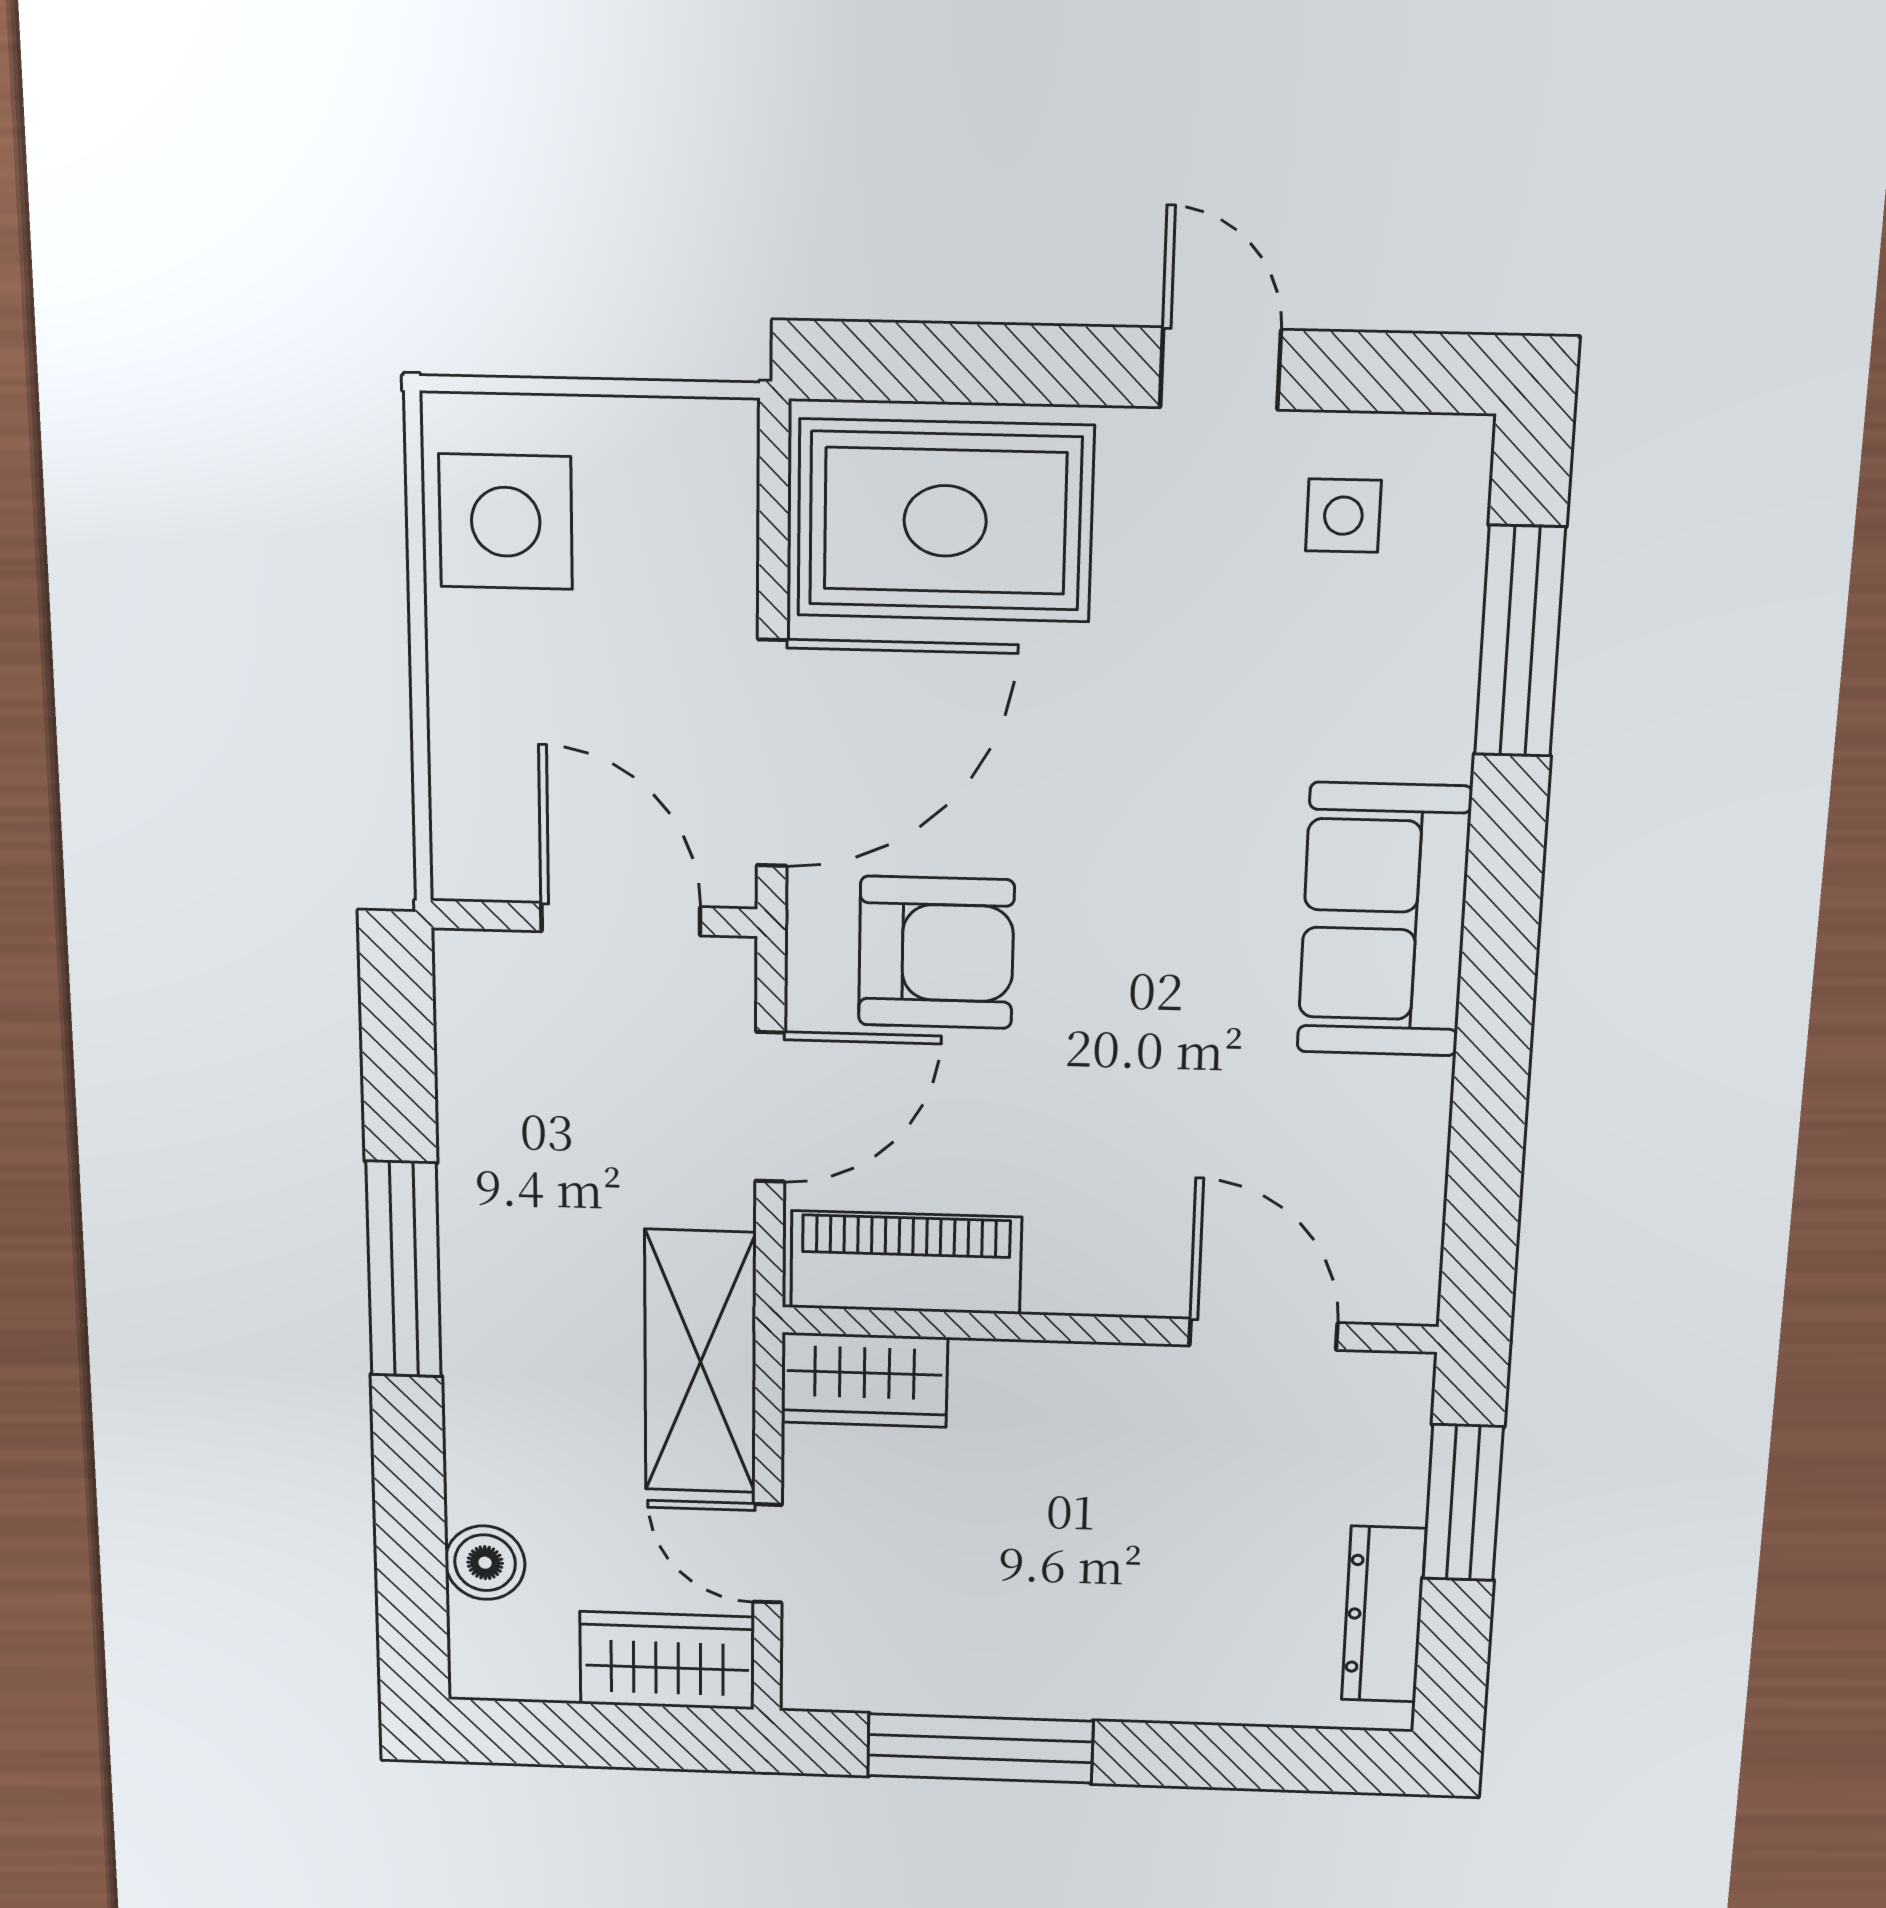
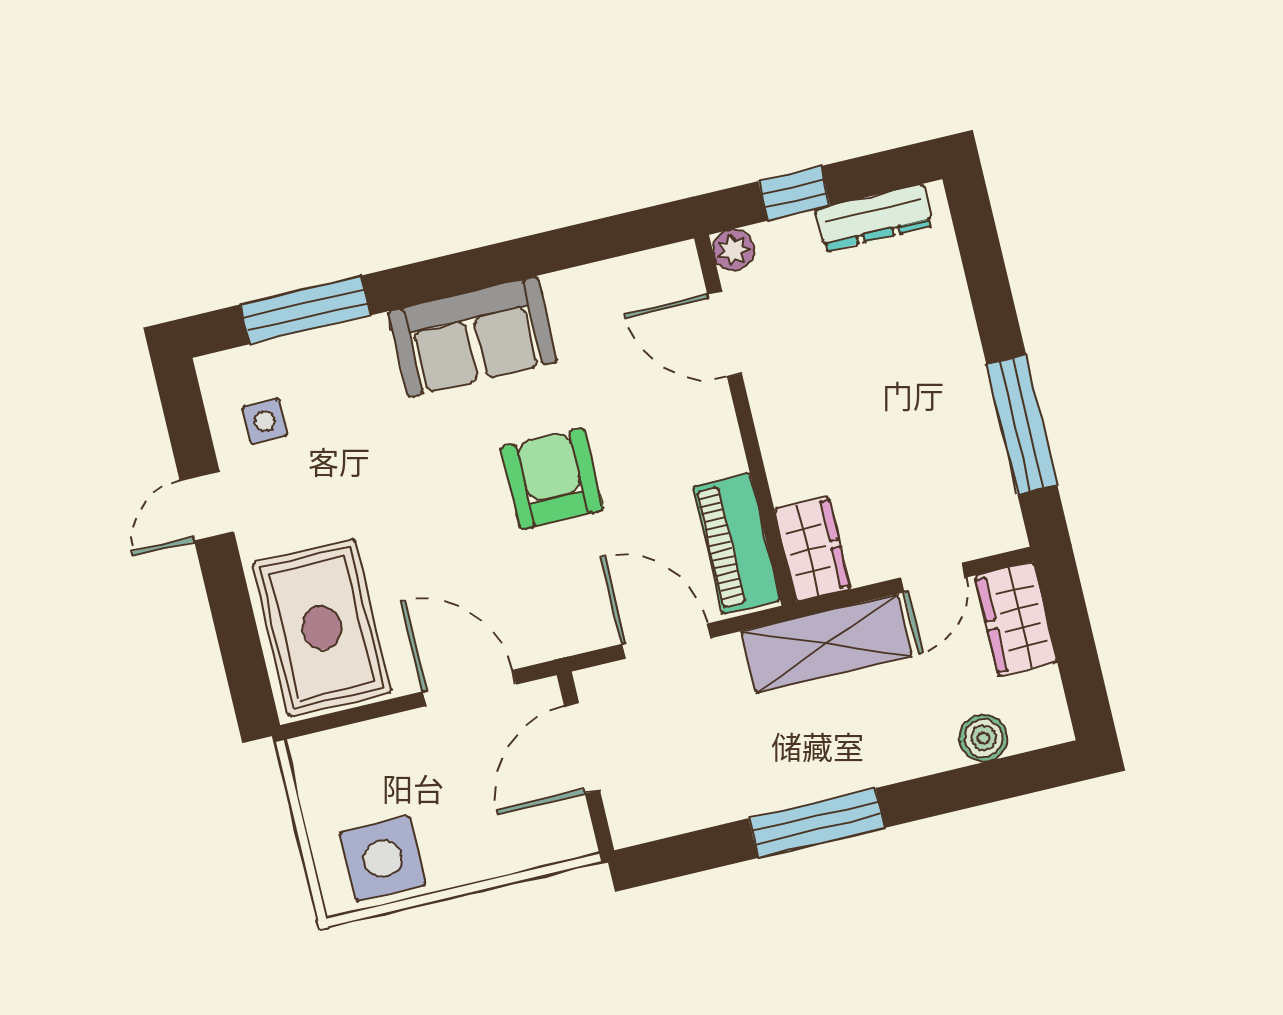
door: (772, 754) -> (469, 688), width x0.73
armchair: (936, 953) -> (552, 479), moved
door: (1263, 1334) -> (725, 334), hinge flipped
plant: (1400, 1384) -> (733, 250), added
window: (1463, 1503) -> (794, 193), width x0.67

